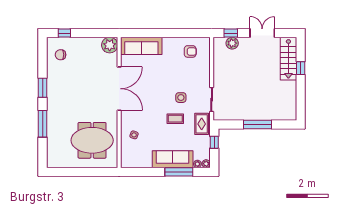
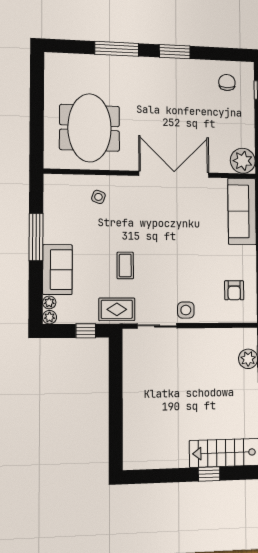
double door: (119, 89) -> (174, 174), swing flipped
side table: (181, 98) -> (186, 310), moved
window: (258, 125) -> (116, 404), removed
sofa: (173, 159) -> (57, 270), width x0.73
window: (179, 172) -> (36, 237), moved

